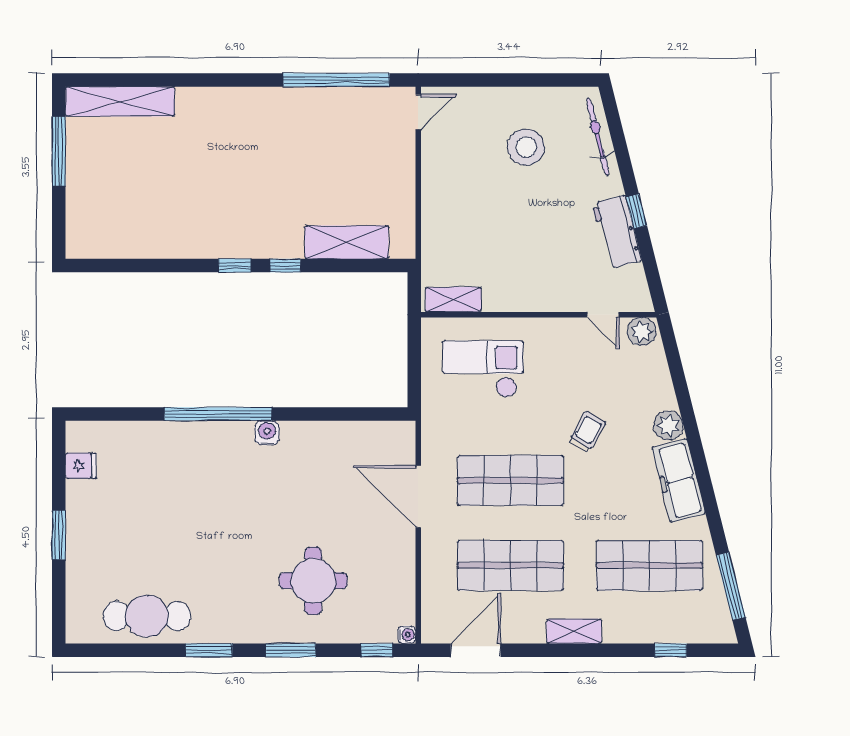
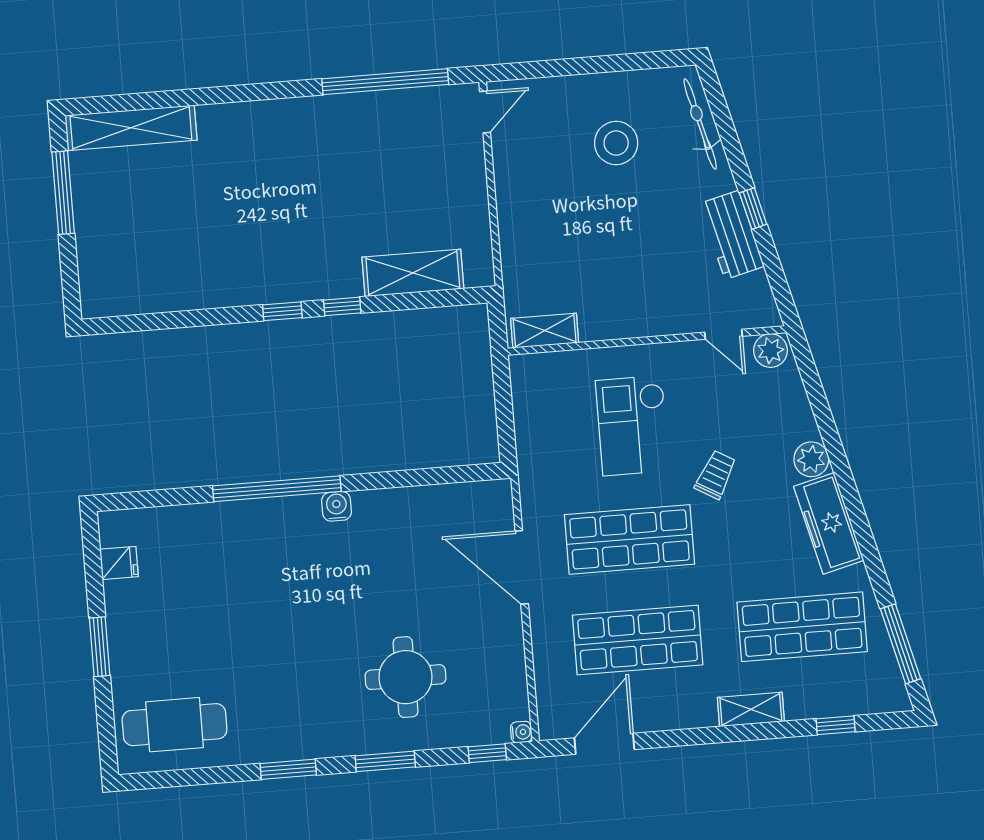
checkout: (483, 369) -> (632, 426), moved, turned -90
cafe table: (147, 616) -> (175, 725), moved
shelving: (574, 631) -> (751, 709), moved

